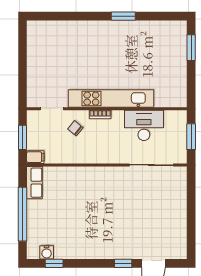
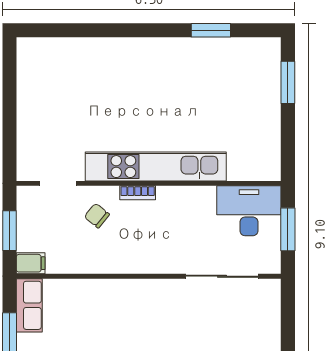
window: (123, 16) -> (211, 30), moved
desk: (144, 125) -> (249, 211), moved

